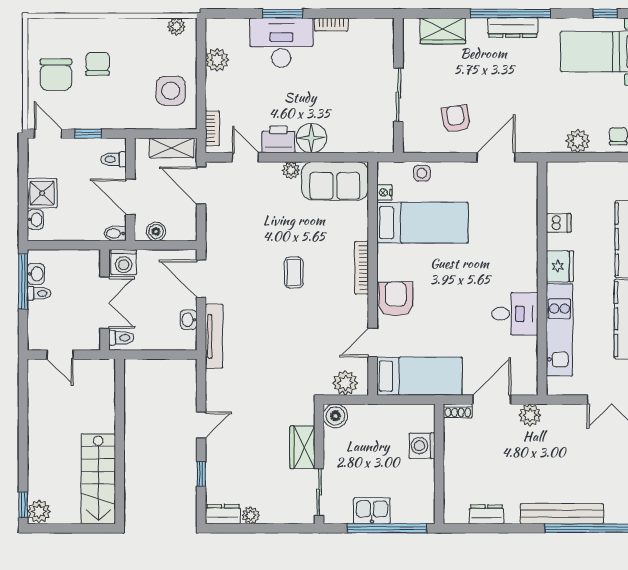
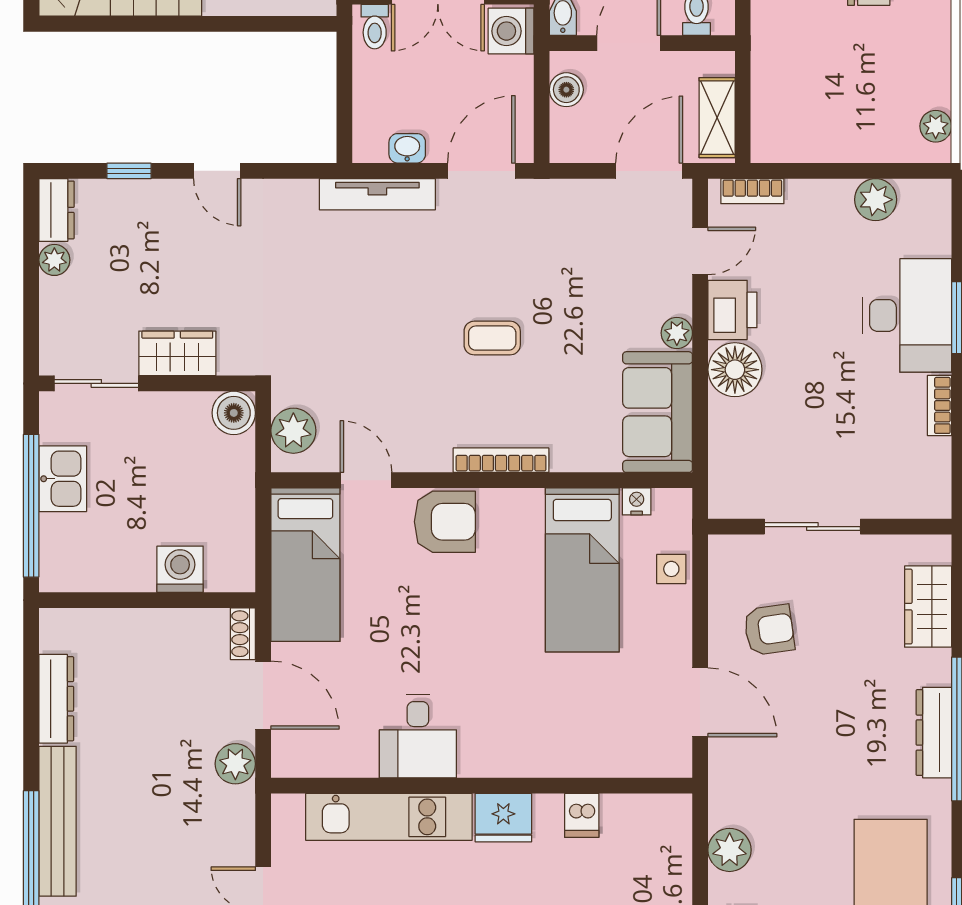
side table: (171, 91) -> (820, 116), removed
dresser: (486, 514) -> (56, 699), width x1.44

